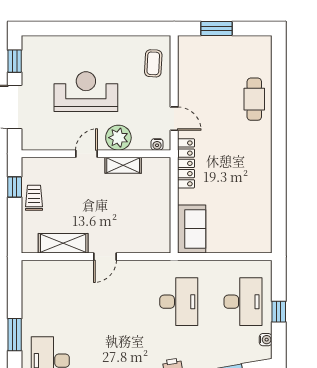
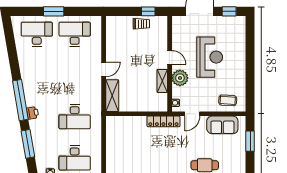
sofa: (192, 229) -> (222, 125), moved
shelving: (63, 243) -> (112, 96), moved
door: (105, 257) -> (104, 69), swing flipped
desk: (50, 302) -> (75, 34), added

